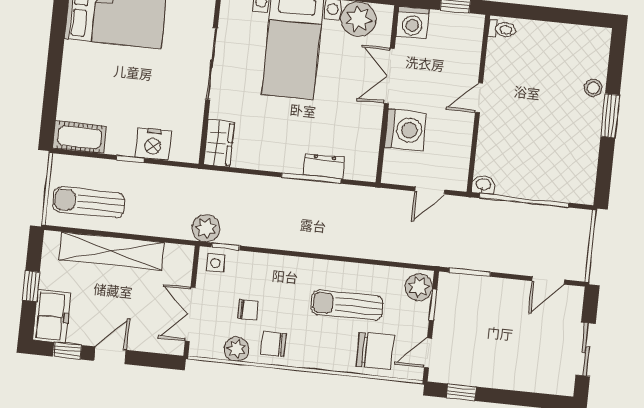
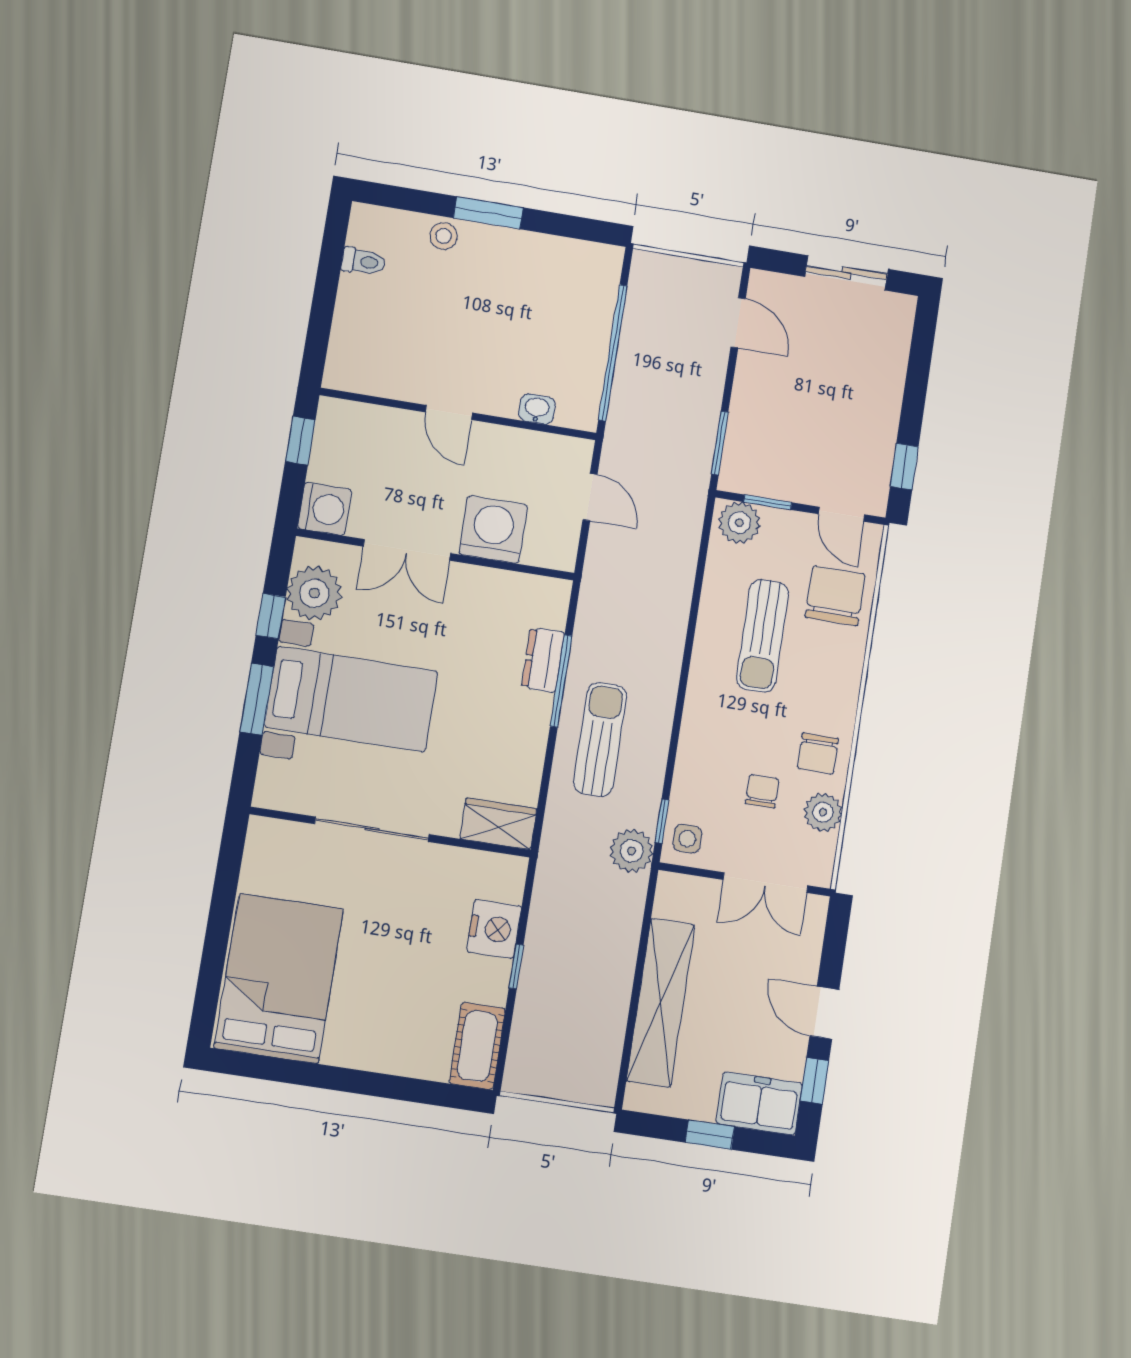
toilet: (502, 29) -> (363, 262), moved, turned 90
washbasin: (483, 185) -> (537, 409), moved, turned 90
sun lounger: (89, 202) -> (600, 739), moved, turned 180

